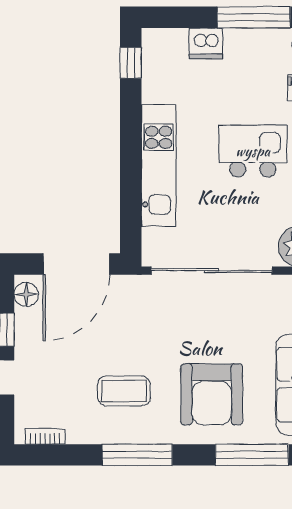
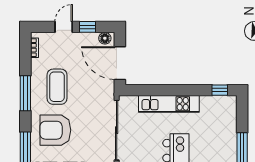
dishwasher: (206, 43) -> (229, 127), removed
coffee table: (124, 391) -> (57, 87), width x1.36, depth x1.32

